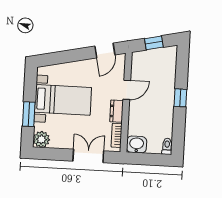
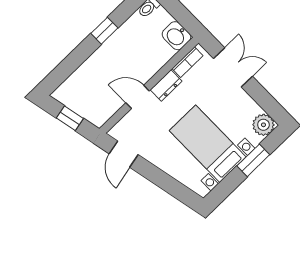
door: (105, 50) -> (124, 154), swing flipped
window: (180, 98) -> (104, 31), moved
double door: (88, 156) -> (233, 67), swing flipped

